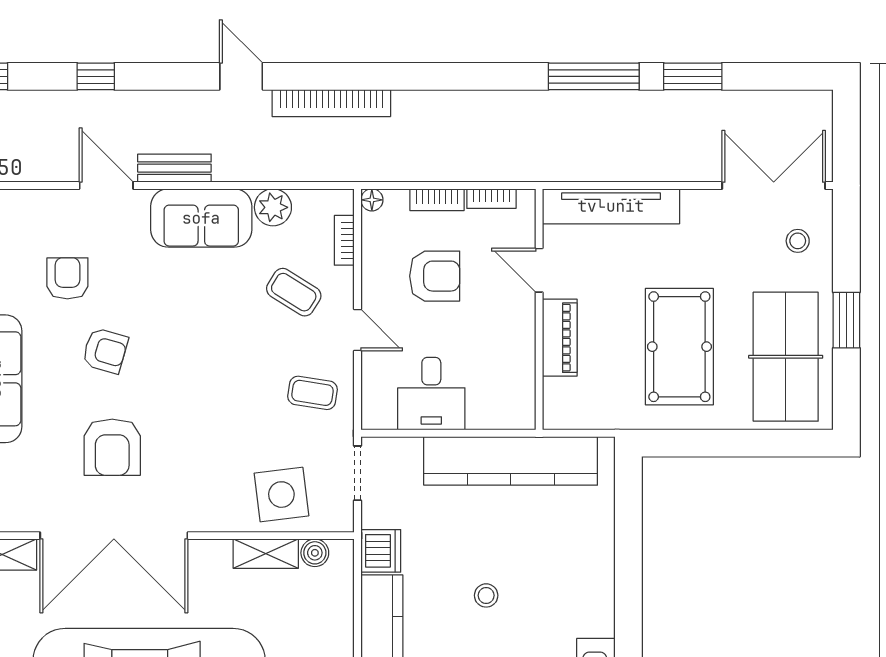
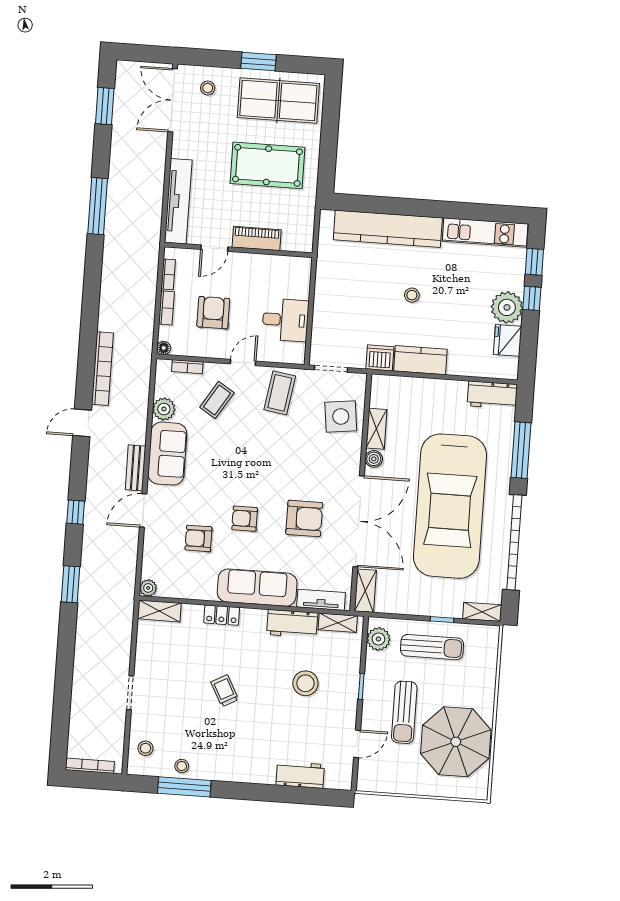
window: (693, 76) -> (105, 106), moved
armchair: (105, 351) -> (245, 519), turned -106
coffee table: (313, 393) -> (280, 393), width x1.36, depth x1.30
kitchen counter: (511, 461) -> (388, 229), moved, turned 90
boiler: (315, 553) -> (374, 459), moved

